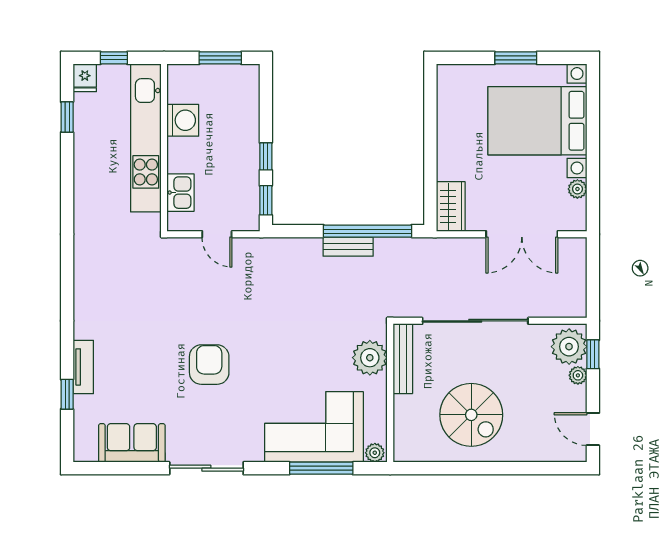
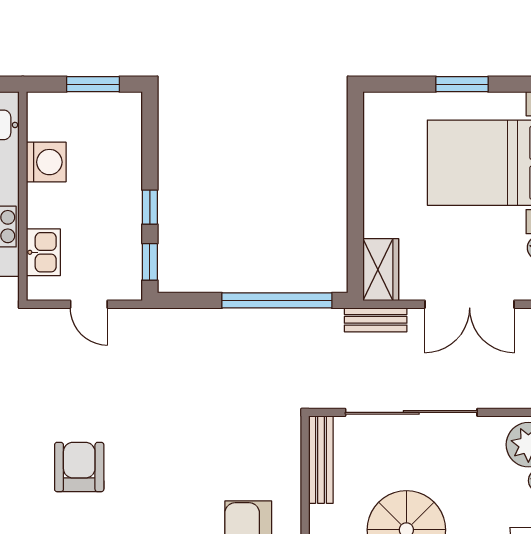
bench: (348, 247) -> (376, 320), moved
plant: (370, 358) -> (280, 458), removed

